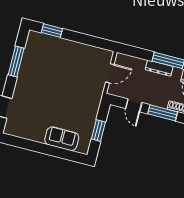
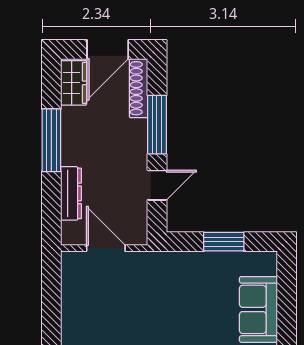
dresser: (159, 68) -> (71, 193), moved

